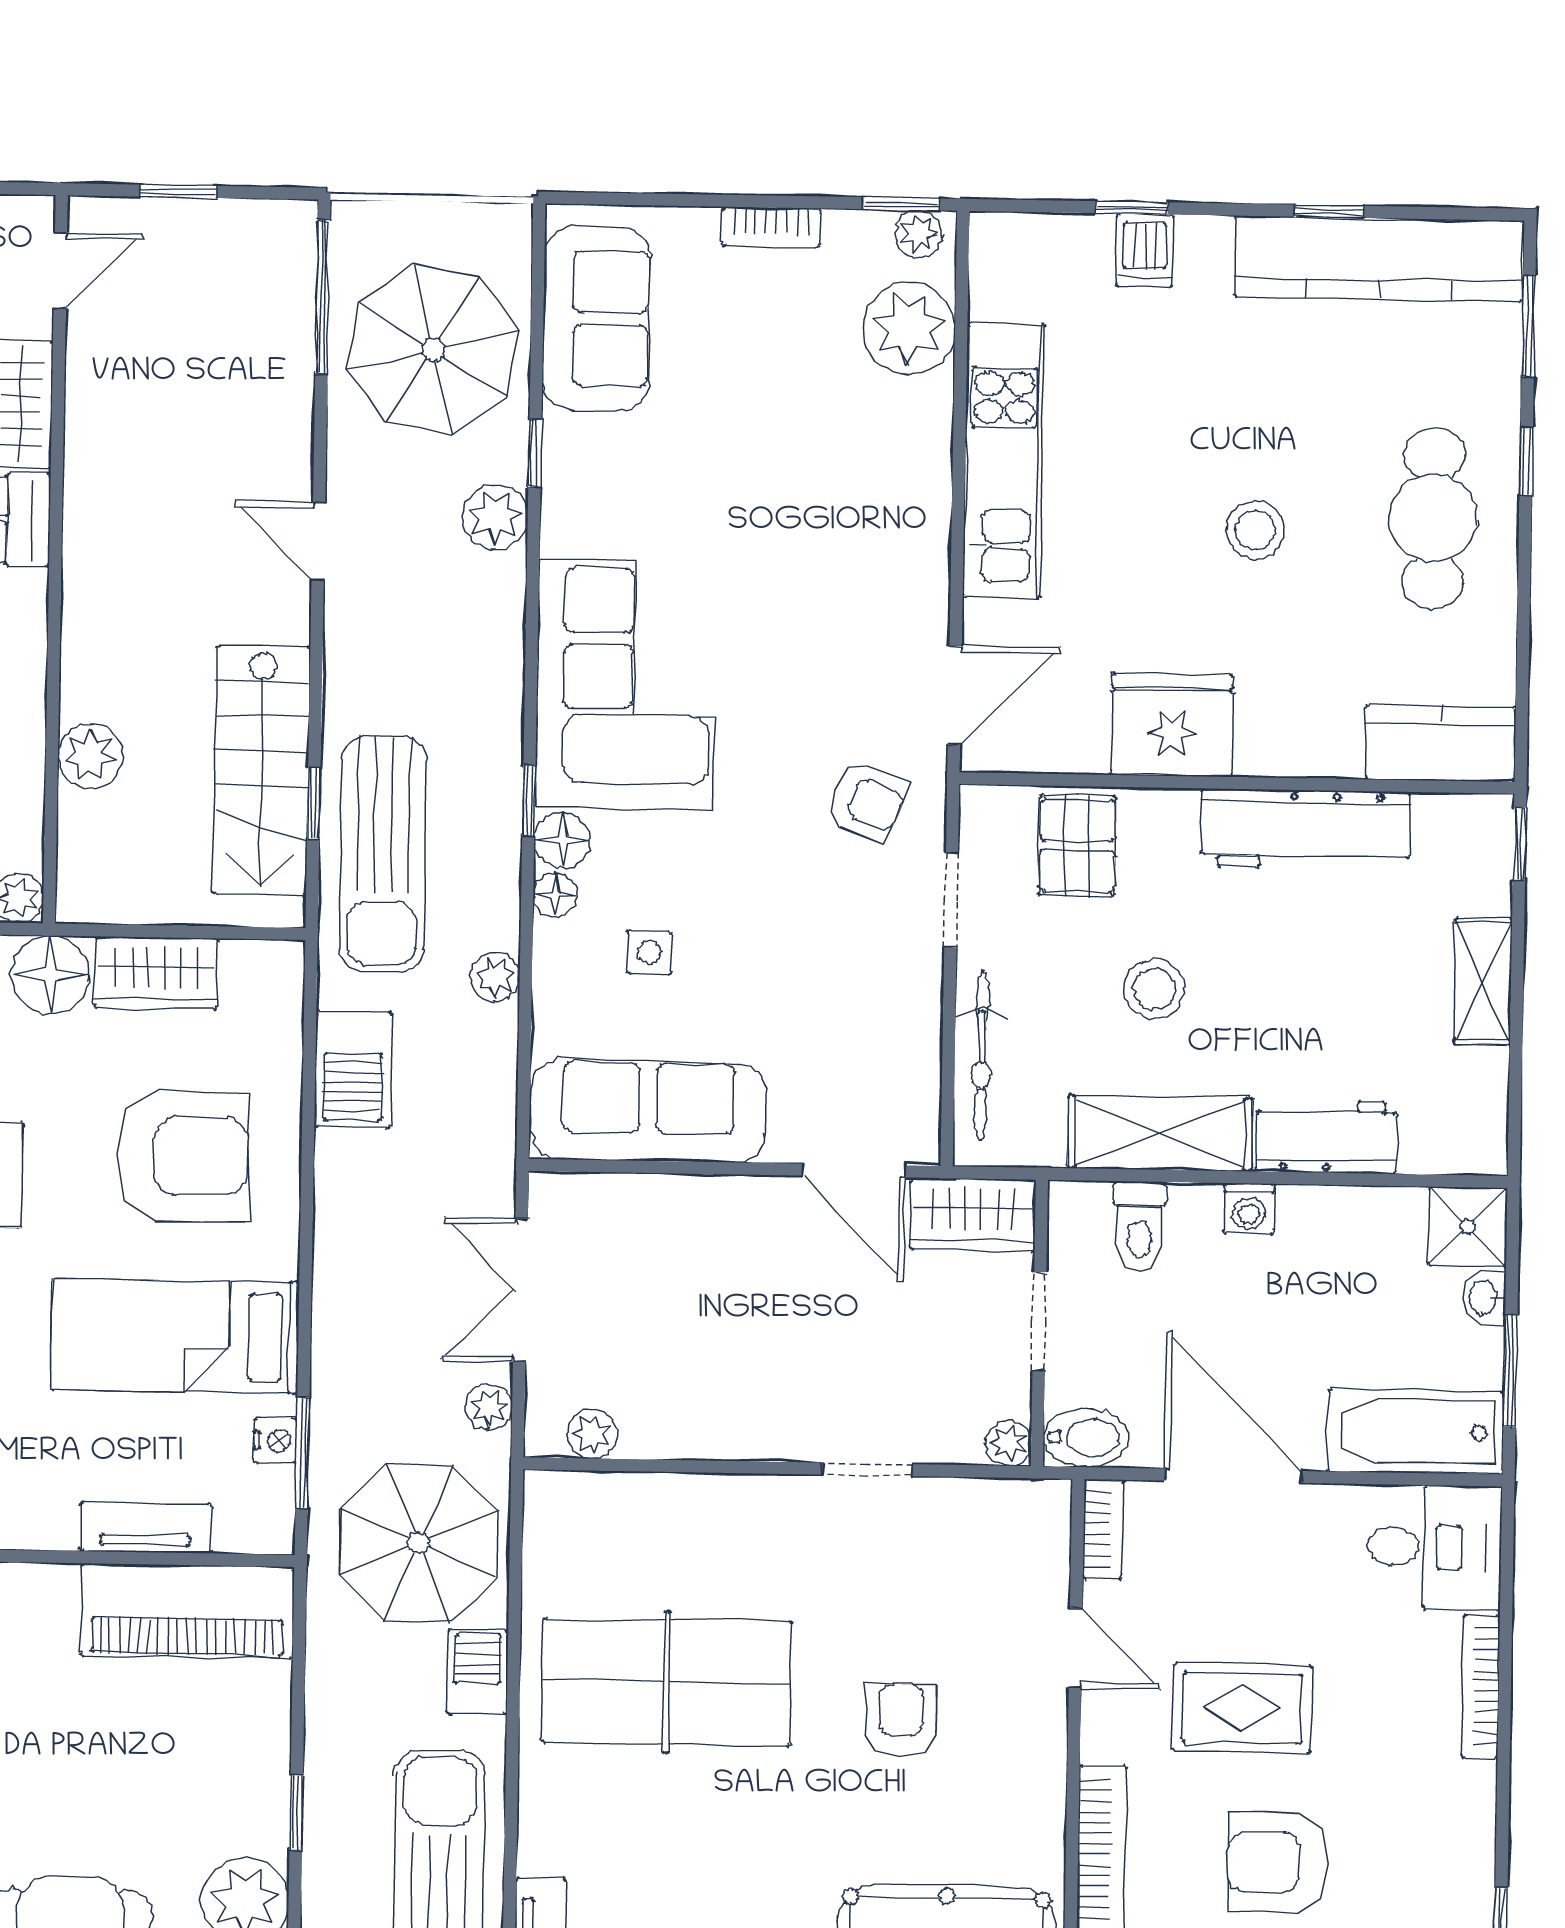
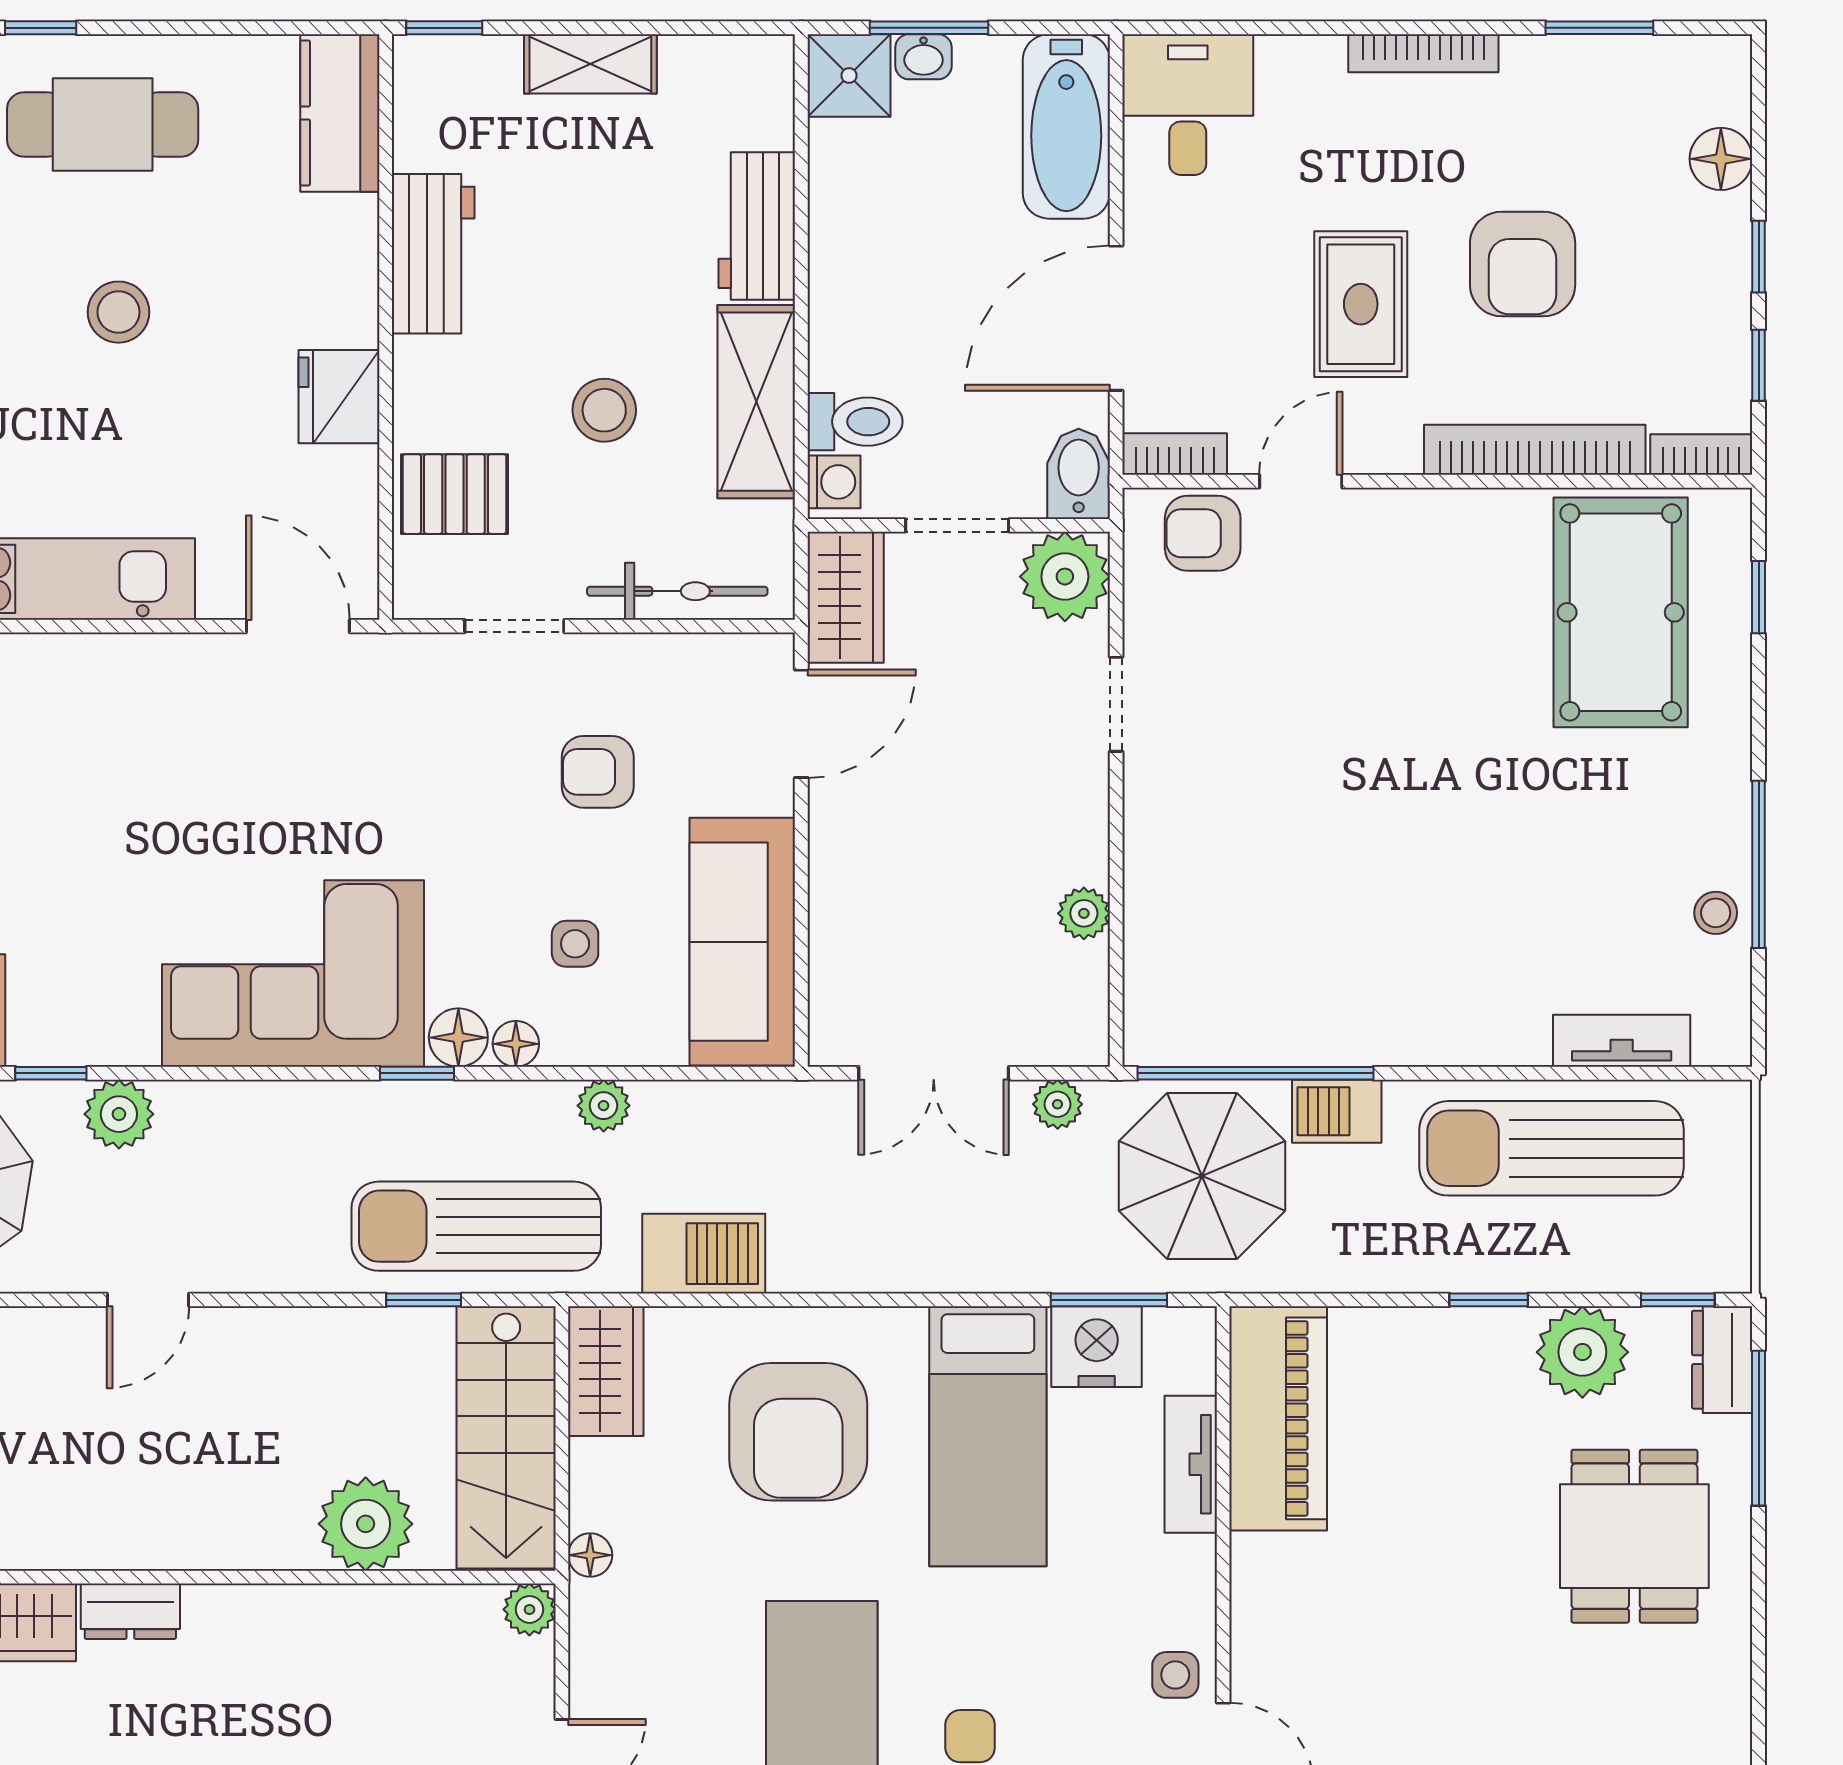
fridge: (1172, 725) -> (339, 397), width x0.73, depth x0.75
plant: (90, 756) -> (366, 1524), width x1.36, depth x1.36
stairs: (261, 770) -> (506, 1437), moved, turned 90
armchair: (866, 801) -> (598, 772), moved, turned -111
workbench: (1305, 829) -> (433, 254), width x0.73
sun lounger: (383, 854) -> (476, 1226), turned 180
wardrobe: (156, 973) -> (606, 1371), moved
floor lamp: (50, 975) -> (590, 1555), width x0.53, depth x0.53
armchair: (183, 1156) -> (798, 1432), turned 180
washing machine: (1249, 1208) -> (834, 482), moved
window: (1510, 1371) -> (929, 28), moved
plant: (592, 1434) -> (1084, 913), moved
nightstand: (275, 1440) -> (1097, 1347), width x1.89, depth x1.79
plant: (1009, 1443) -> (1065, 577), width x1.87, depth x1.87
window: (515, 1595) -> (1255, 1073), added
table tennis table: (667, 1682) -> (1344, 912), removed
bookcase: (1481, 1686) -> (1423, 53), moved
armchair: (901, 1720) -> (1203, 533), moved

